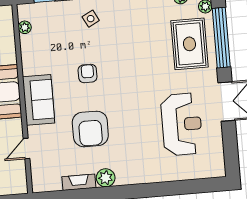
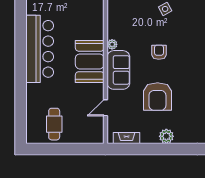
plant: (25, 27) -> (112, 44), moved
fireplace: (79, 182) -> (126, 138), moved

